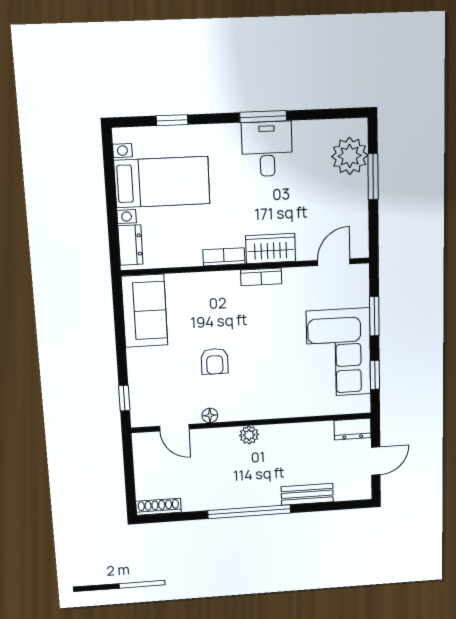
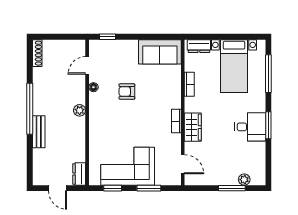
window: (172, 120) -> (268, 74), width x2.17
plant: (350, 156) -> (244, 180), width x0.53, depth x0.53
bookcase: (224, 257) -> (189, 84), moved
bench: (307, 494) -> (39, 132), moved

